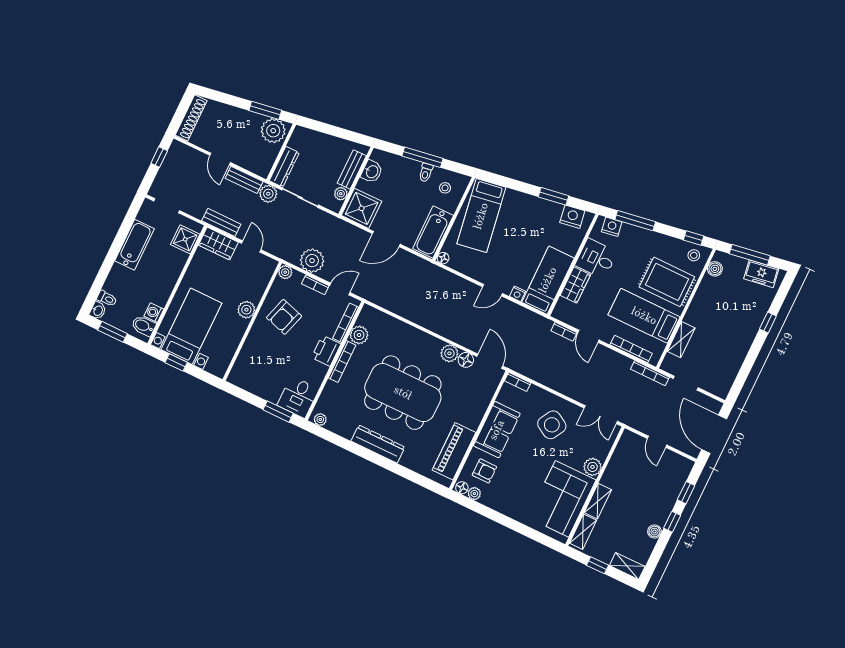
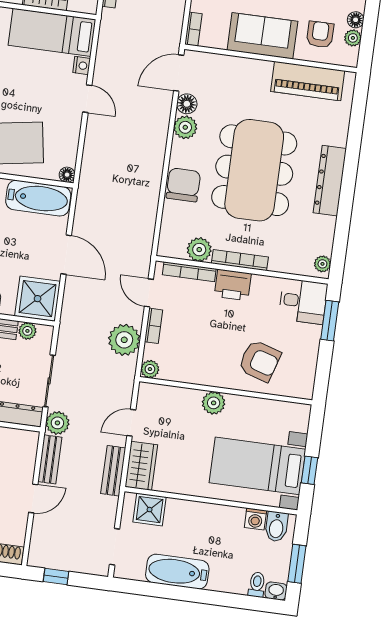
armchair: (284, 317) -> (260, 361), moved
chair: (409, 339) -> (183, 185), added
floor lamp: (462, 488) -> (356, 20), moved

